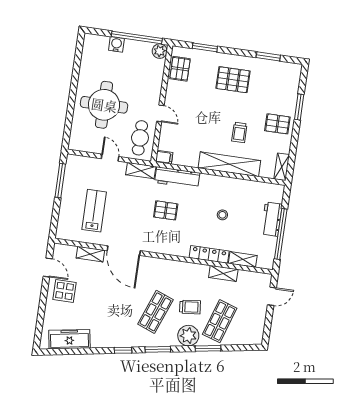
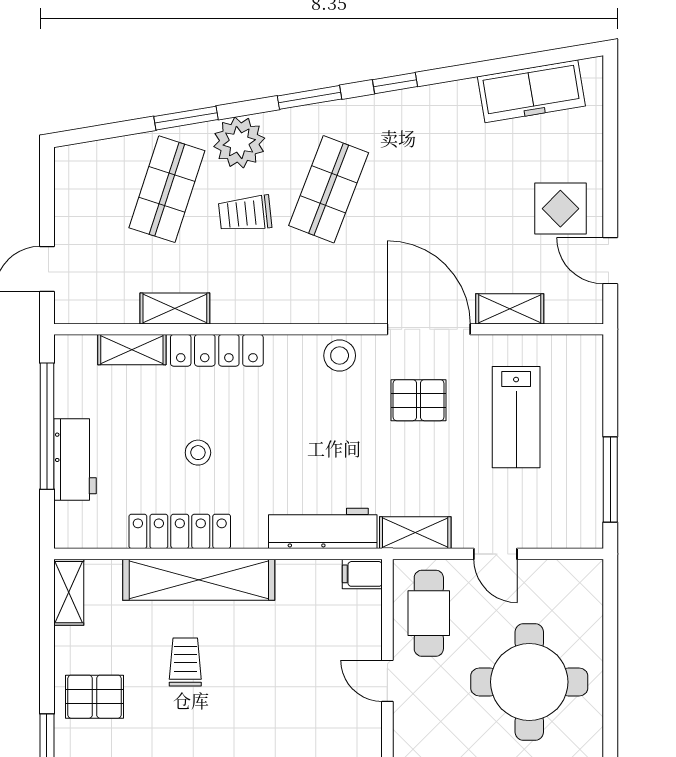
locker: (234, 185) -> (180, 531), added
pallet: (166, 210) -> (419, 400), moved
stool: (161, 245) -> (340, 356), added

